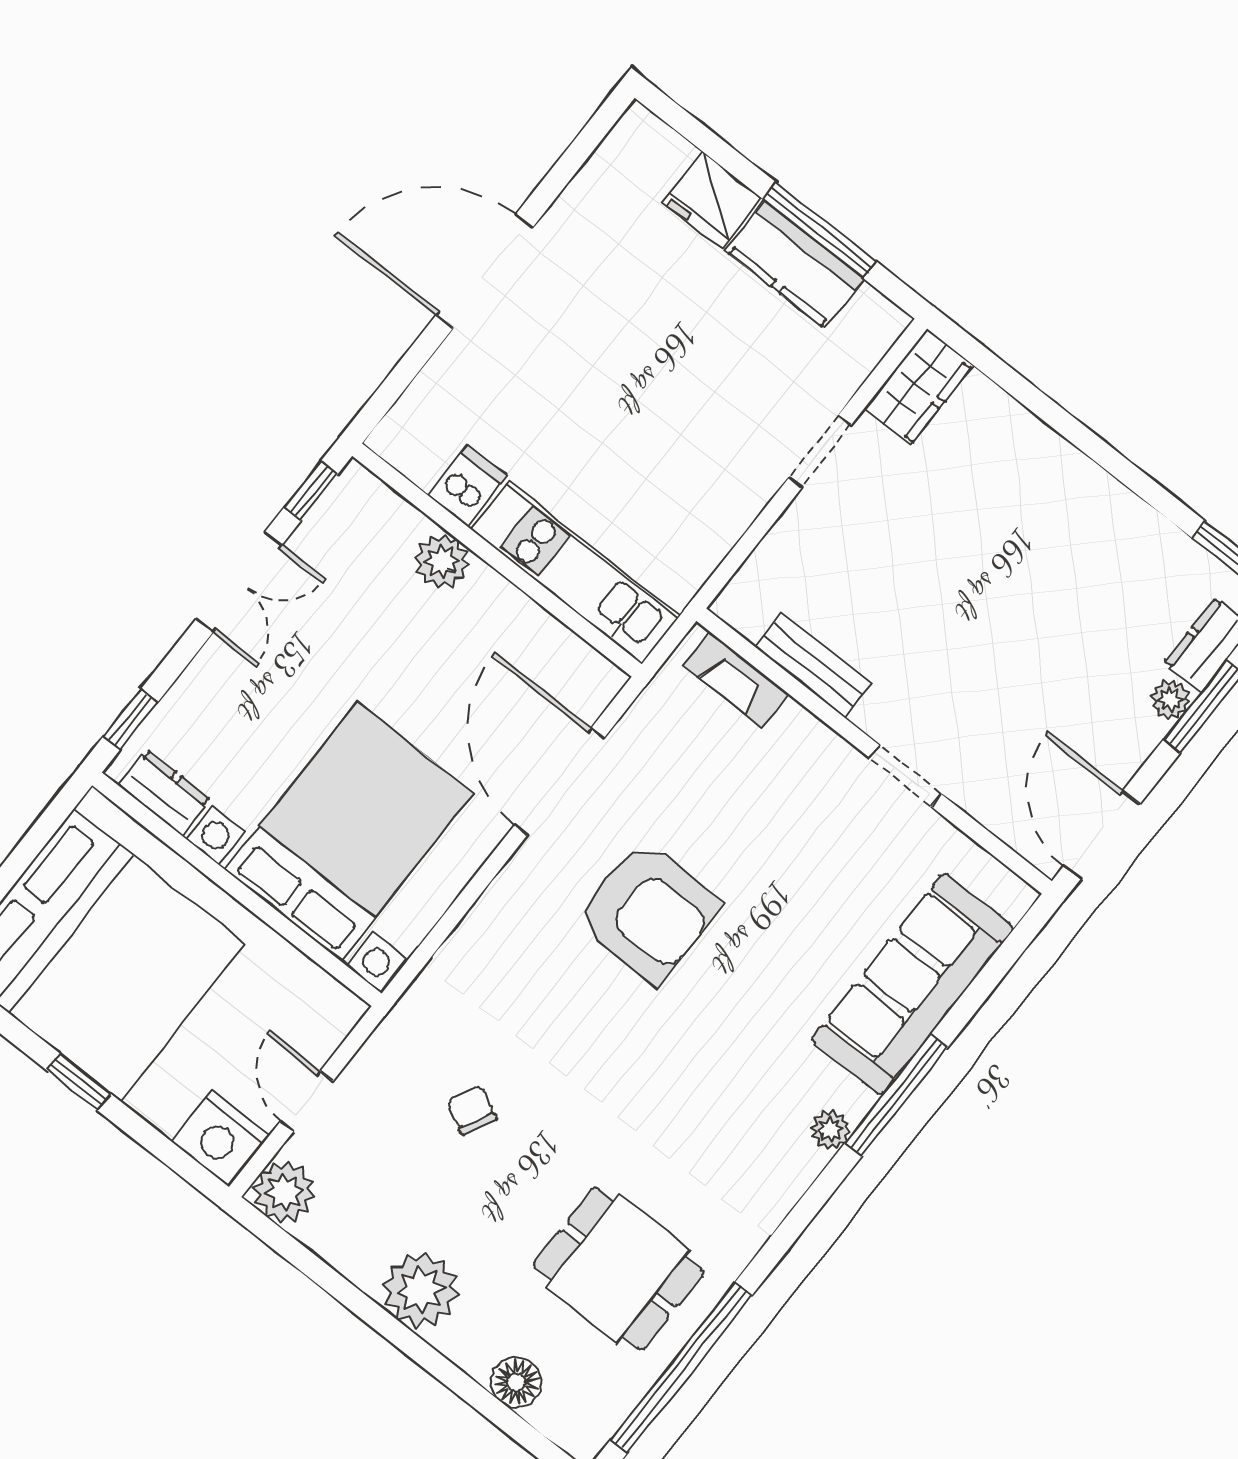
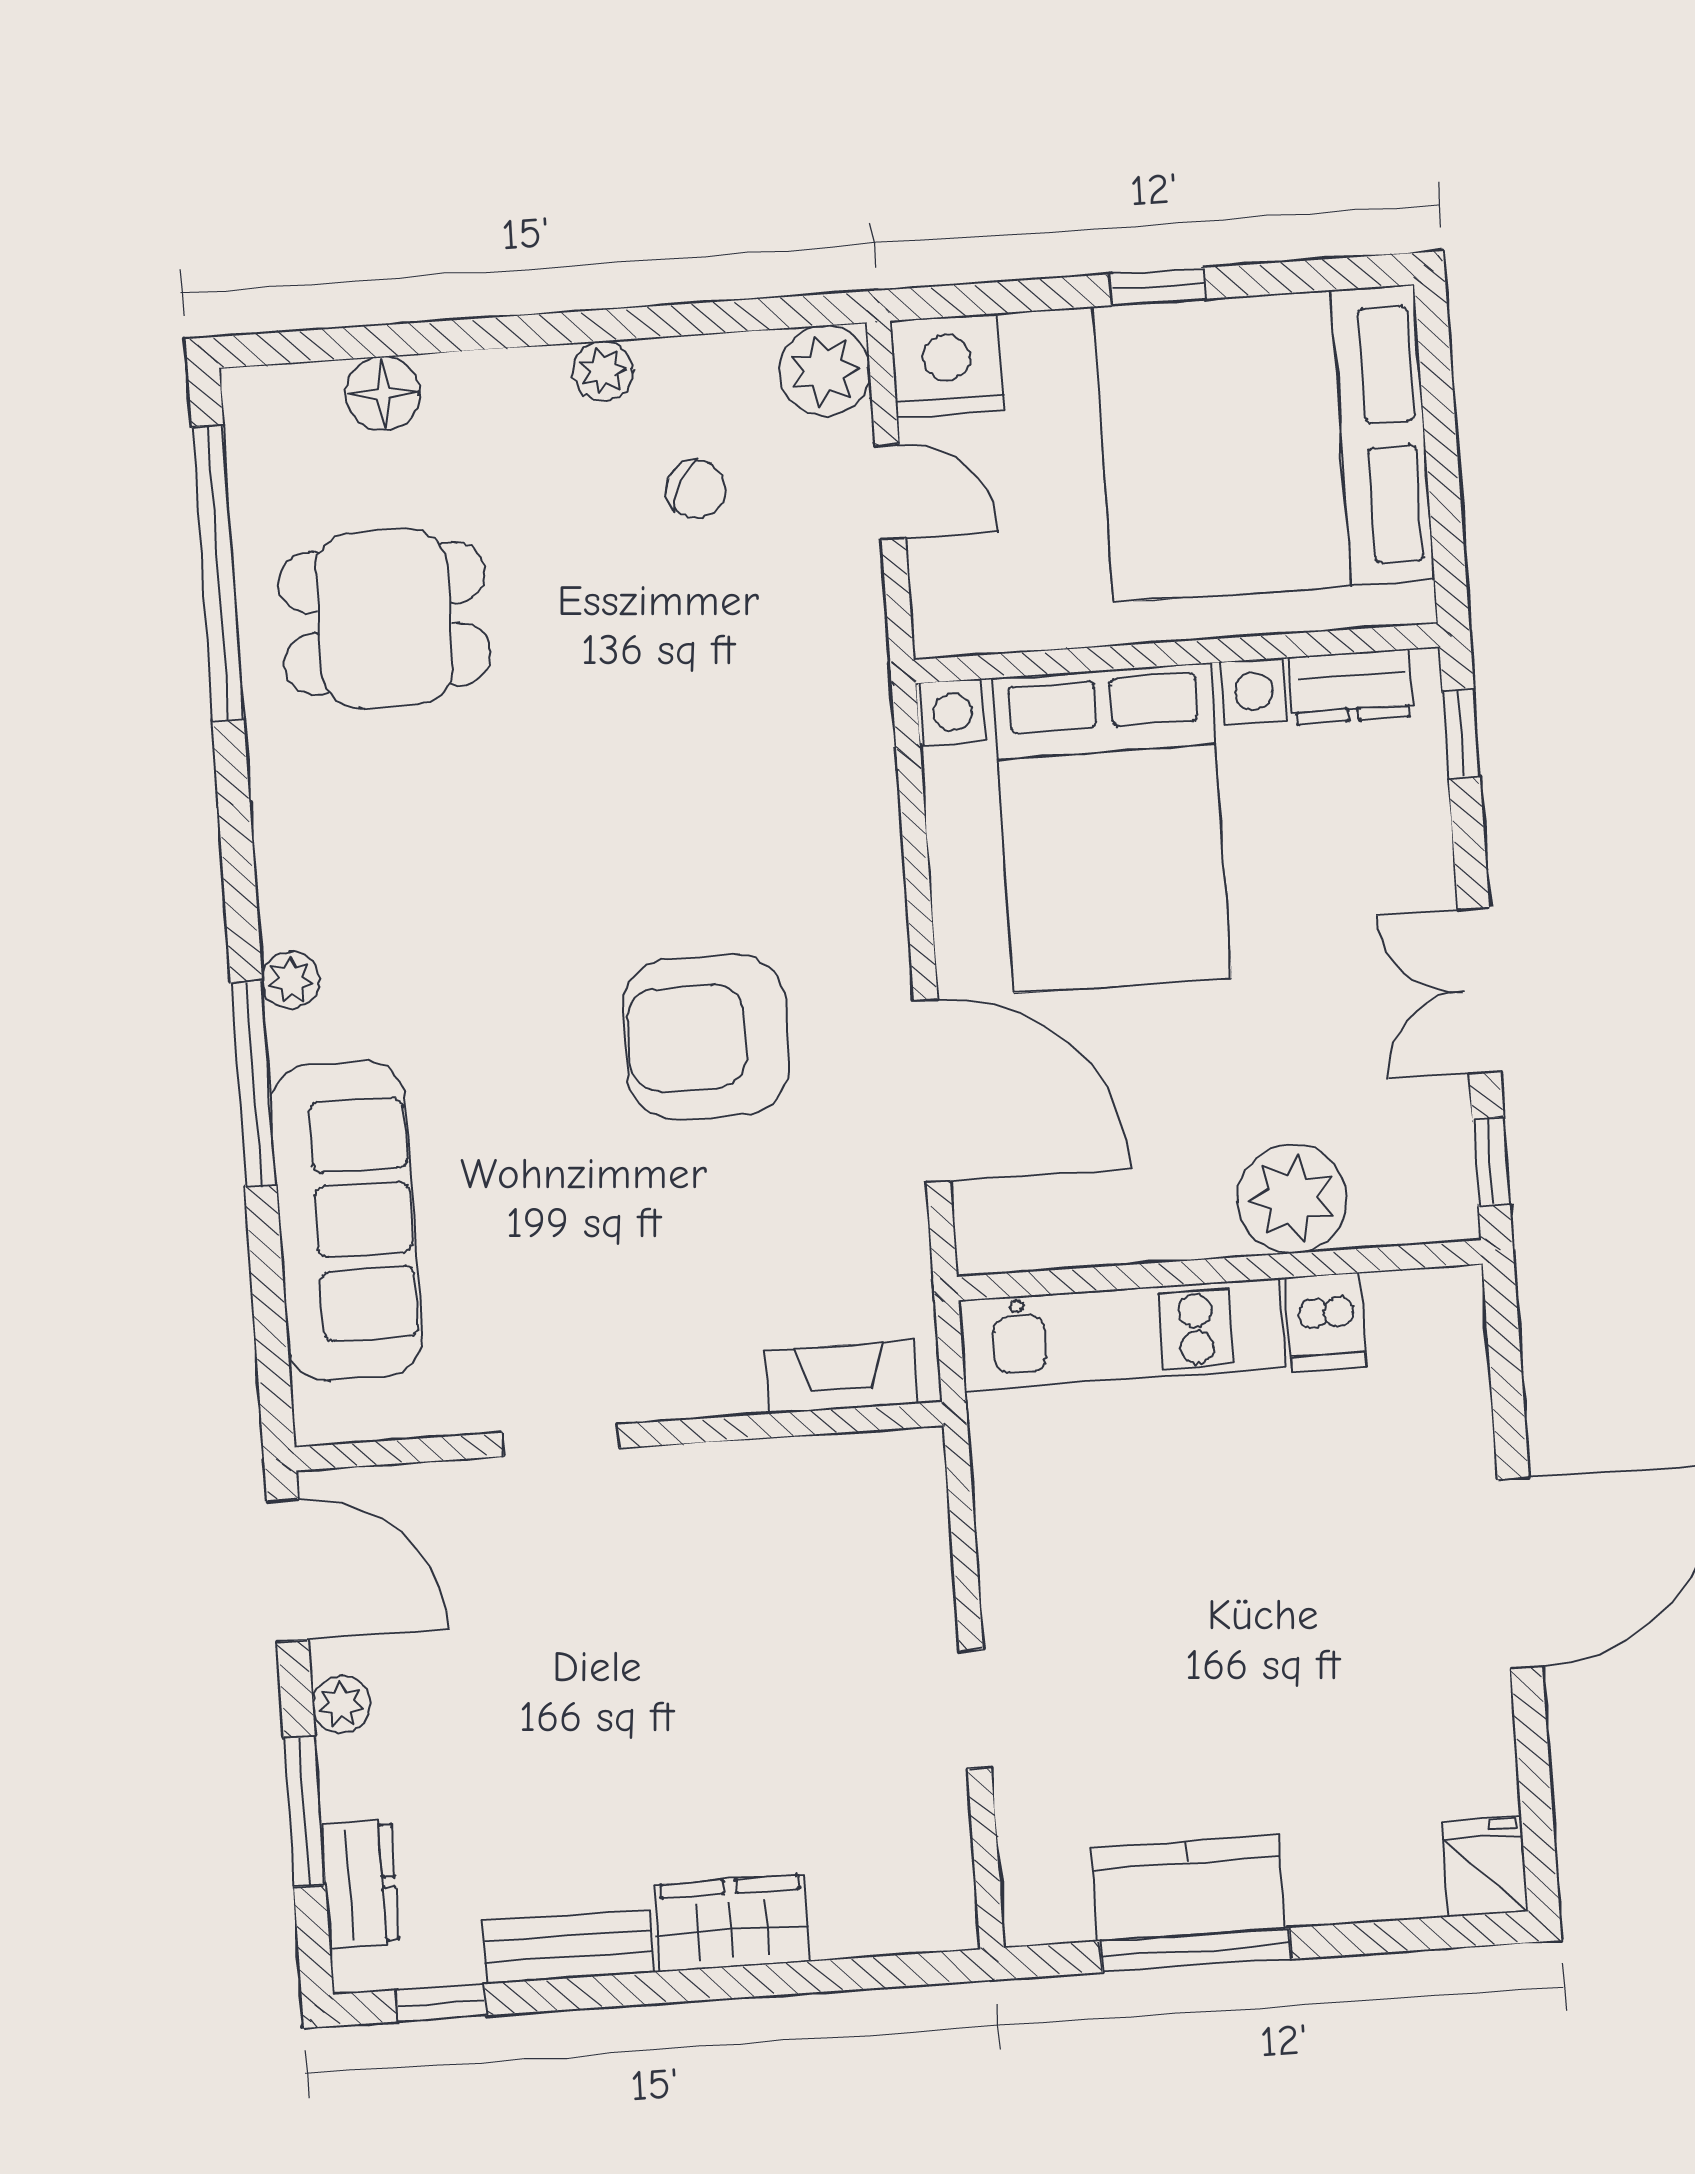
fridge: (712, 200) -> (1485, 1867), moved, width x0.72
wardrobe: (919, 387) -> (732, 1923), moved, turned 90
plant: (442, 561) -> (1292, 1199), width x1.36, depth x1.36
bench: (813, 665) -> (568, 1946), moved
plant: (1170, 700) -> (341, 1705), moved
chair: (472, 1110) -> (696, 489), moved
plant: (421, 1290) -> (603, 371), width x0.53, depth x0.53

